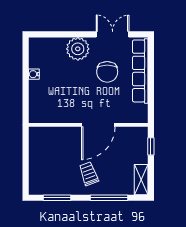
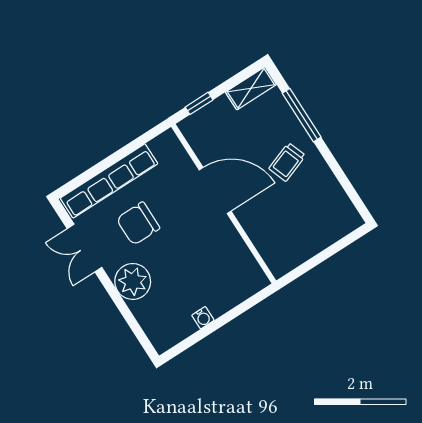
chair: (107, 72) -> (138, 223), turned 180
window: (57, 198) -> (345, 183), removed

